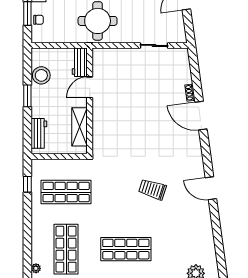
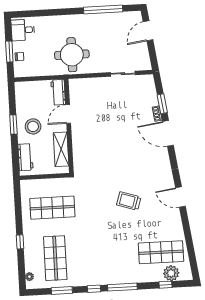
stool: (41, 75) -> (33, 126), moved
window: (196, 82) -> (162, 104), added
window: (27, 184) -> (20, 242), moved
shop shelf: (126, 249) -> (161, 252), moved

